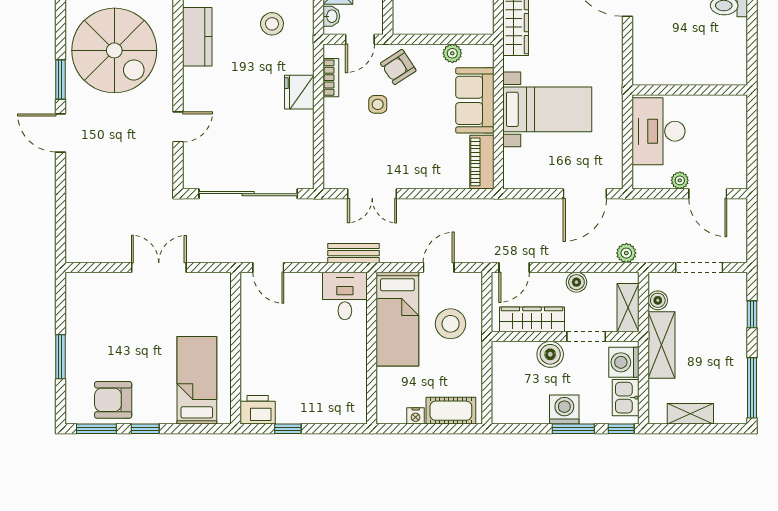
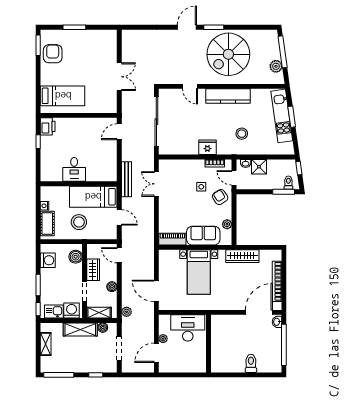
kitchen counter: (197, 37) -> (228, 96), width x1.50
bench: (354, 253) -> (127, 179), width x1.36
desk: (345, 296) -> (74, 169), moved, turned 90
wardrobe: (532, 319) -> (93, 270), width x0.67
stool: (451, 324) -> (79, 222), moved
boiler: (550, 354) -> (76, 257), moved
washing machine: (564, 410) -> (48, 260), moved
window: (145, 429) -> (38, 70), removed

